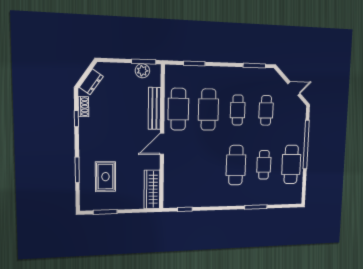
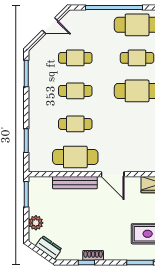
plant: (142, 71) -> (36, 223), moved
door: (294, 89) -> (50, 26), swing flipped
shoe rack: (83, 107) -> (93, 255), moved
cafe table: (208, 110) -> (75, 124), width x0.73, depth x0.74

